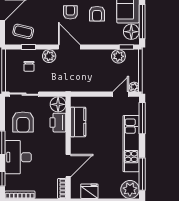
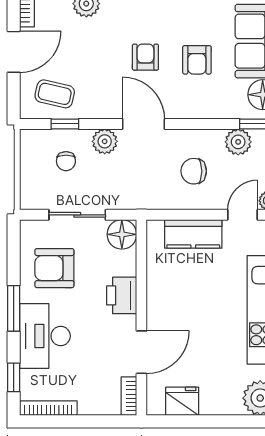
chair: (95, 72) -> (194, 171), added
sliding door: (24, 94) -> (77, 215), moved
armchair: (23, 122) -> (54, 268), turned 90
kitchen counter: (78, 122) -> (193, 234), moved, turned 90
printer: (58, 123) -> (122, 295), moved

